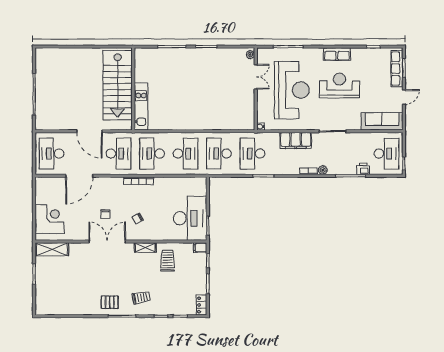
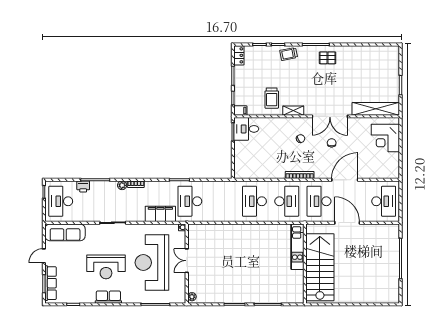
double door: (256, 77) -> (187, 261), moved
filing cabinet: (296, 140) -> (160, 214), moved
desk: (219, 154) -> (222, 201), removed
desk: (252, 154) -> (190, 201), turned 180
door: (79, 176) -> (345, 180), moved
desk: (190, 218) -> (246, 129), width x0.53, depth x0.77
shelving: (52, 249) -> (376, 109), width x1.47
trolley: (141, 298) -> (289, 54), moved

